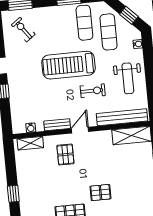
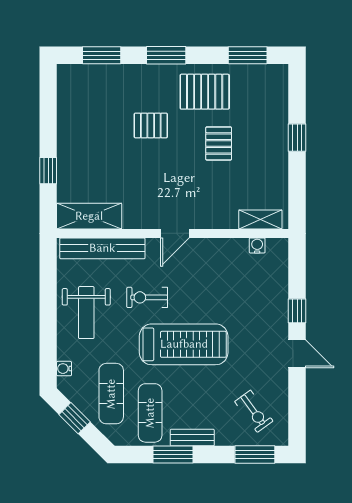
weight bench: (128, 78) -> (86, 313), turned 180
bench: (57, 125) -> (192, 438), moved
pallet: (65, 155) -> (219, 143), moved

